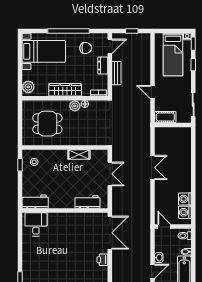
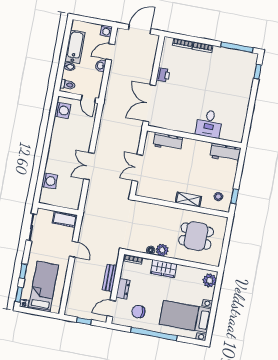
wardrobe: (65, 90) -> (164, 269), width x0.67
shelving: (79, 154) -> (188, 200), moved
washing machine: (185, 199) -> (50, 181), moved
desk: (36, 224) -> (209, 124), moved

